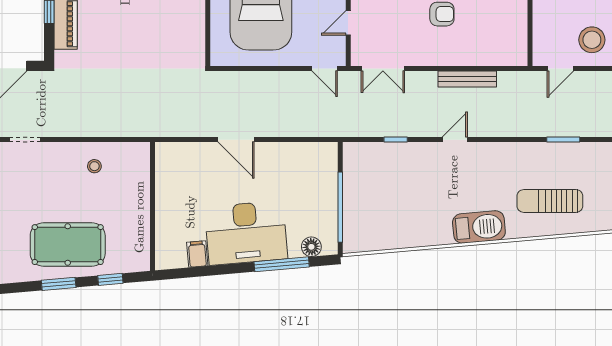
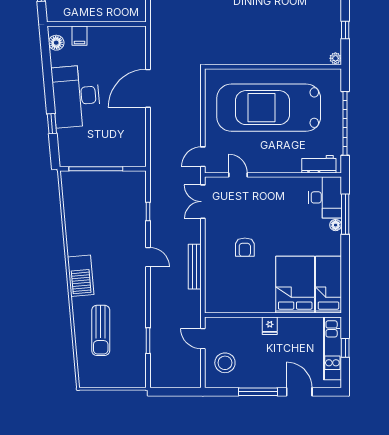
door: (236, 140) -> (148, 88), width x1.36
sun lounger: (550, 201) -> (101, 330), turned 180
floor lamp: (311, 247) -> (56, 43), moved
filing cabinet: (197, 254) -> (80, 36), moved, turned 95
window: (282, 264) -> (52, 124), width x0.46

